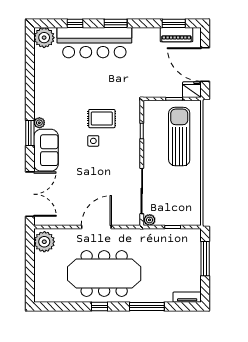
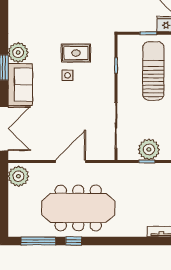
plant: (39, 123) -> (18, 52), width x1.88, depth x1.88
plant: (150, 220) -> (149, 149), moved, width x1.88, depth x1.88
window: (147, 307) -> (38, 241), moved

